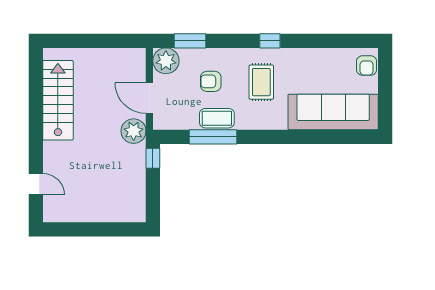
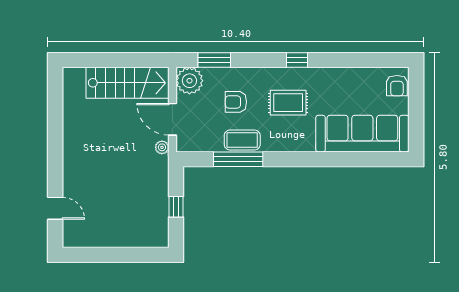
rug: (261, 82) -> (288, 103), turned 90
stairs: (58, 100) -> (128, 83), moved, turned 90
plant: (134, 131) -> (162, 147), width x0.53, depth x0.53
window: (153, 158) -> (176, 207), moved

